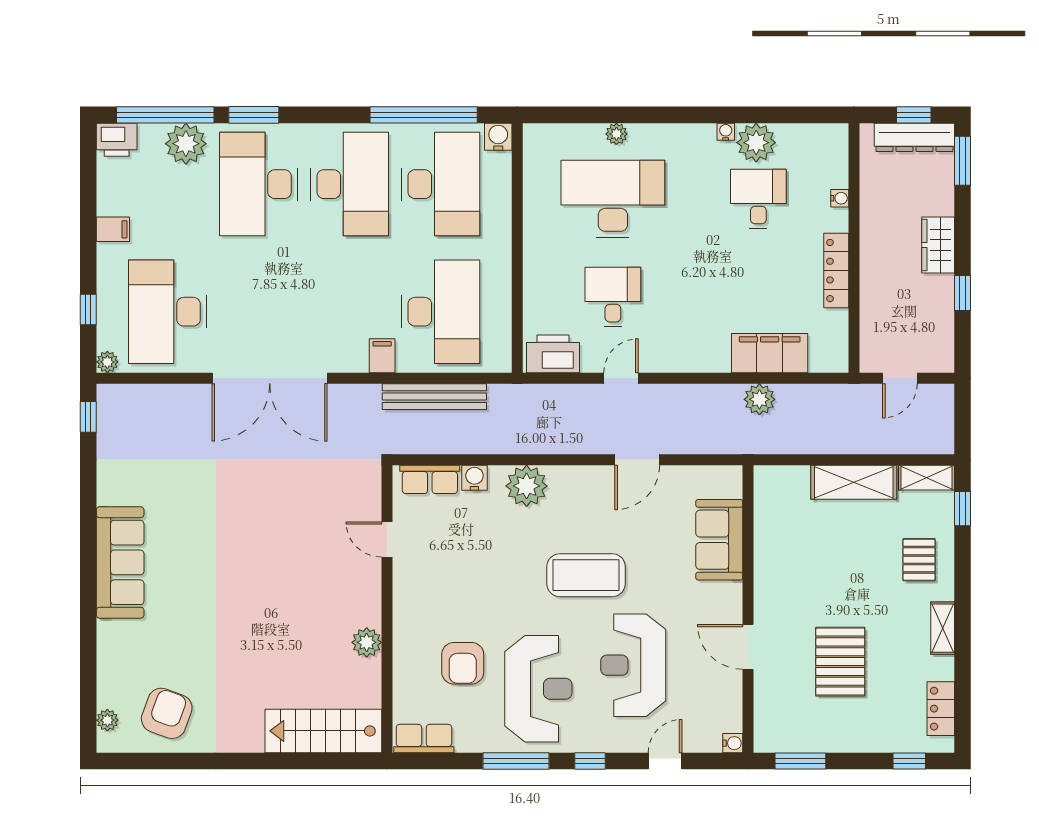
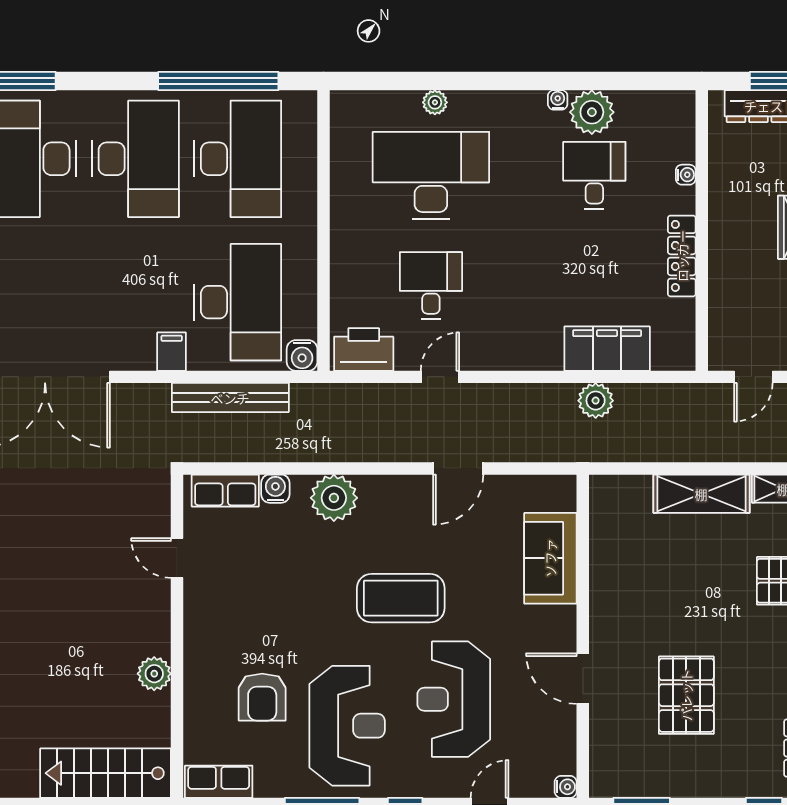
water cooler: (498, 137) -> (302, 355), moved, turned 180

